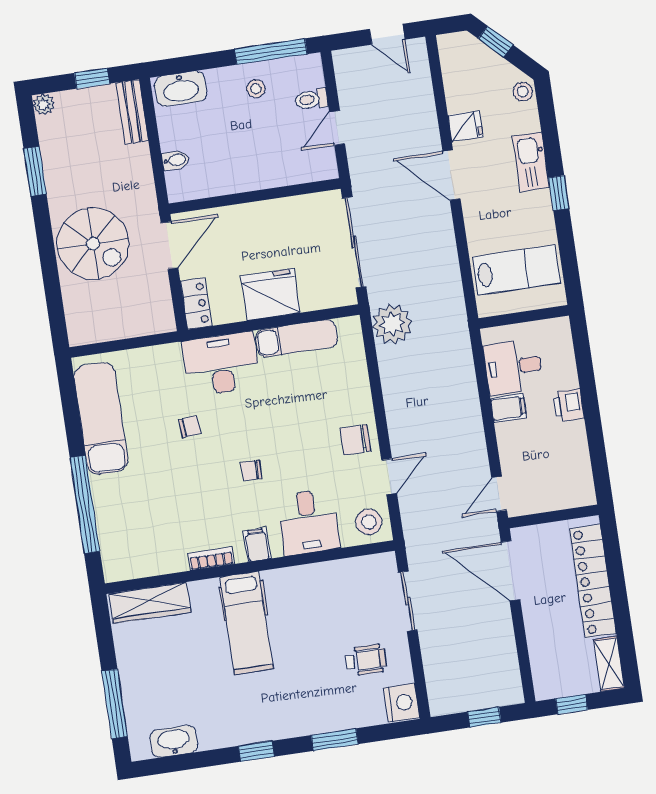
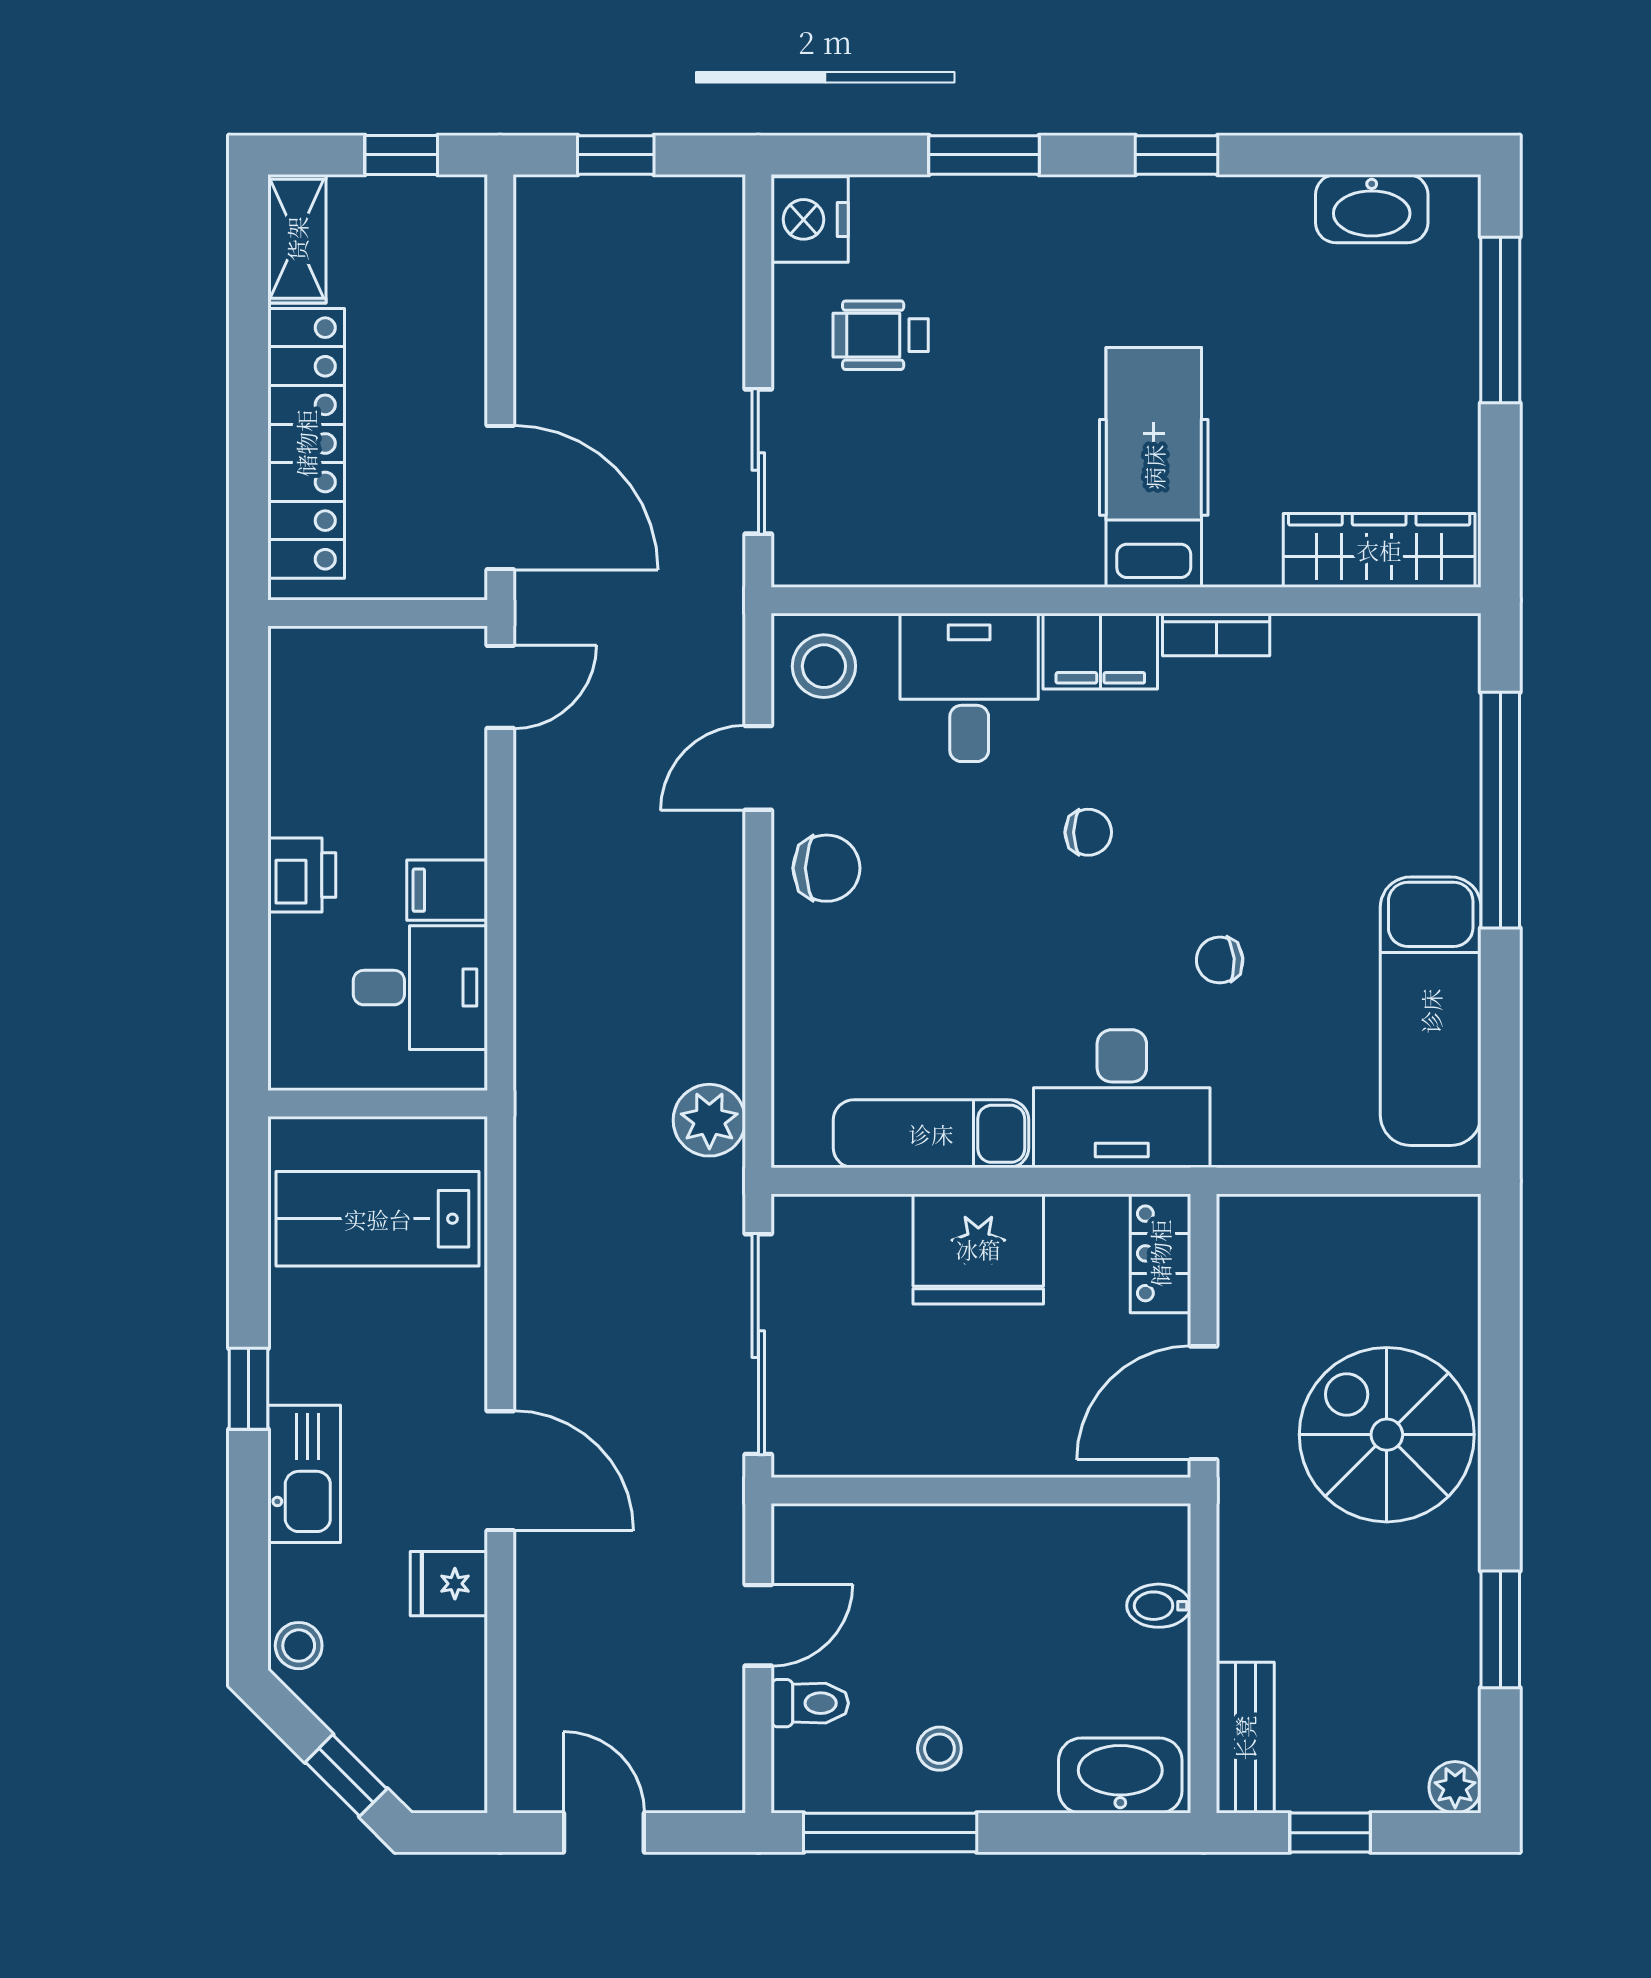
plant: (392, 324) -> (709, 1120), width x0.73, depth x0.73
filing cabinet: (257, 545) -> (1100, 651), width x2.00

